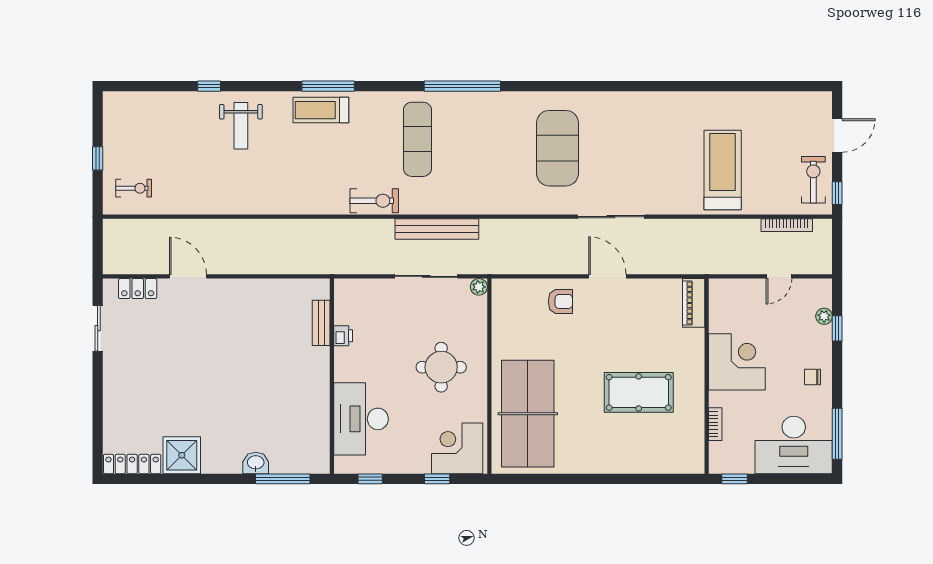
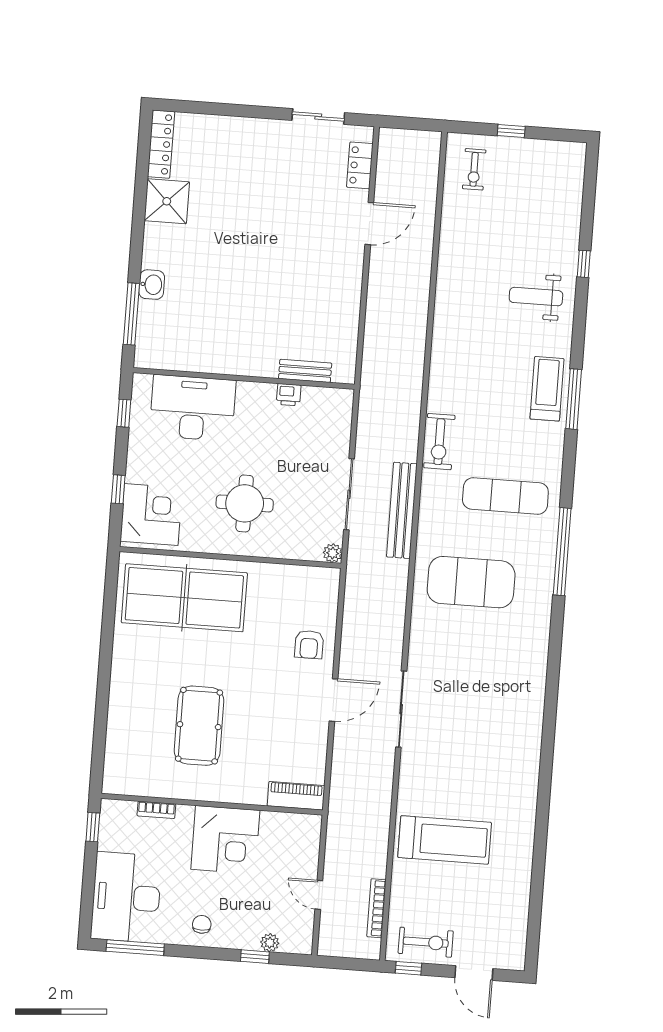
exercise mat: (557, 148) -> (471, 582), moved

